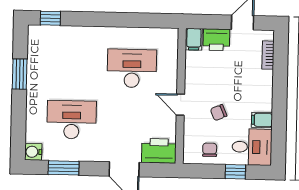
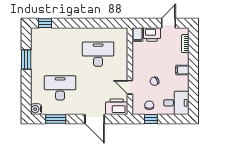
door: (180, 105) -> (130, 87), moved
filing cabinet: (262, 120) -> (182, 70), moved
window: (235, 172) -> (151, 119), moved

